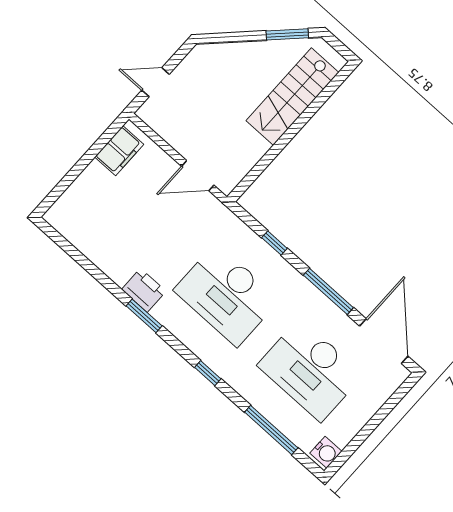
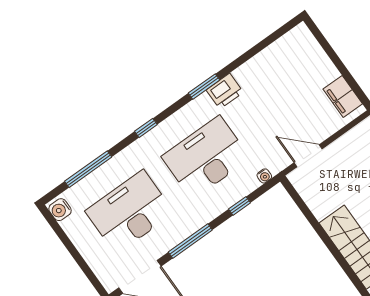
door: (198, 176) -> (308, 156), hinge flipped
water cooler: (233, 222) -> (264, 176), added

